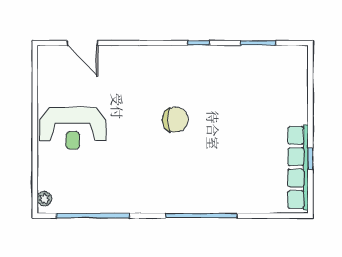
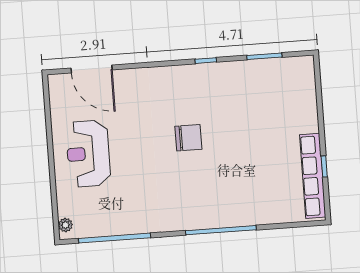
door: (82, 43) -> (92, 69), width x1.36
reception desk: (73, 128) -> (88, 154), turned 90

